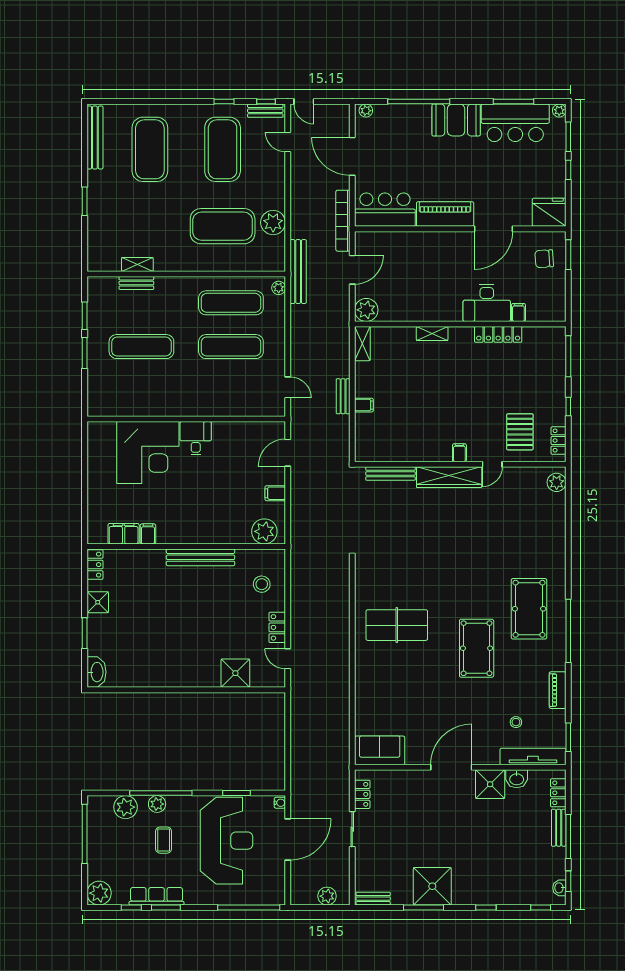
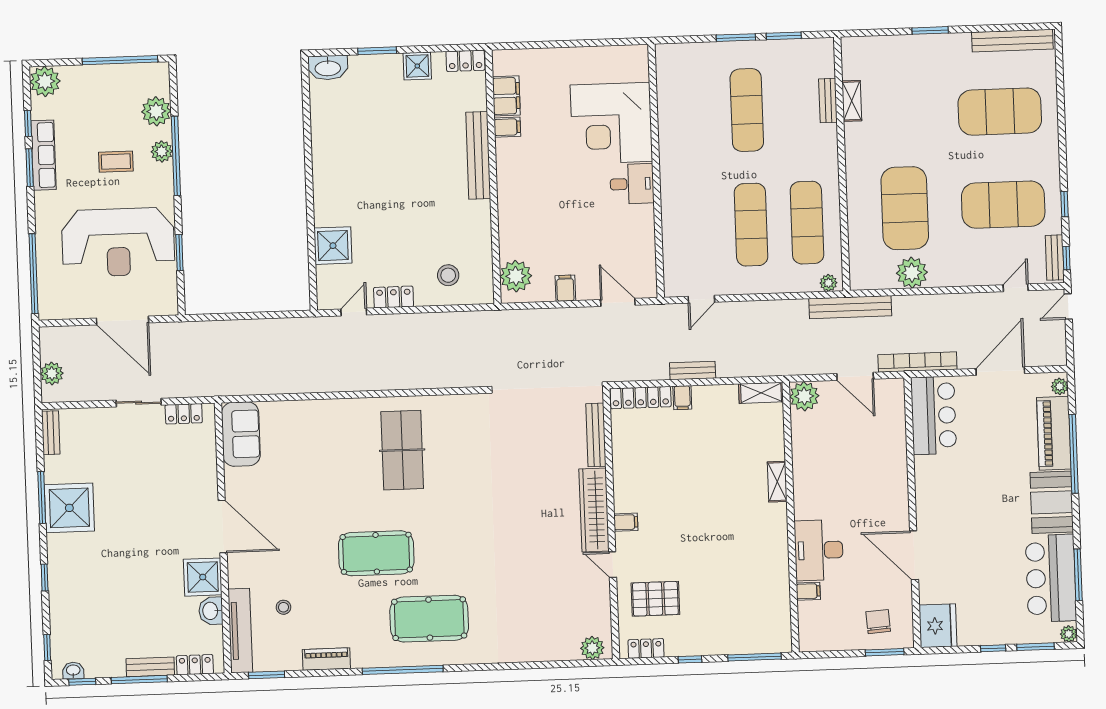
piano: (445, 214) -> (1054, 433), moved, turned 180
locker: (498, 334) -> (641, 398), moved, turned -90
bench: (200, 557) -> (478, 155), moved
water cooler: (280, 803) -> (169, 309), removed

